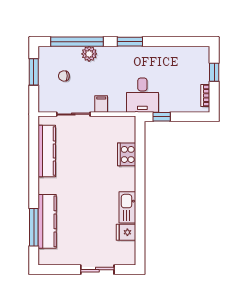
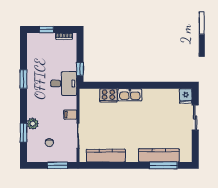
window: (77, 42) -> (23, 133), width x0.47
window: (130, 42) -> (23, 79), moved
window: (34, 72) -> (57, 165), moved
kitchen sink: (127, 207) -> (130, 95), moved
fridge: (126, 232) -> (186, 96), moved

